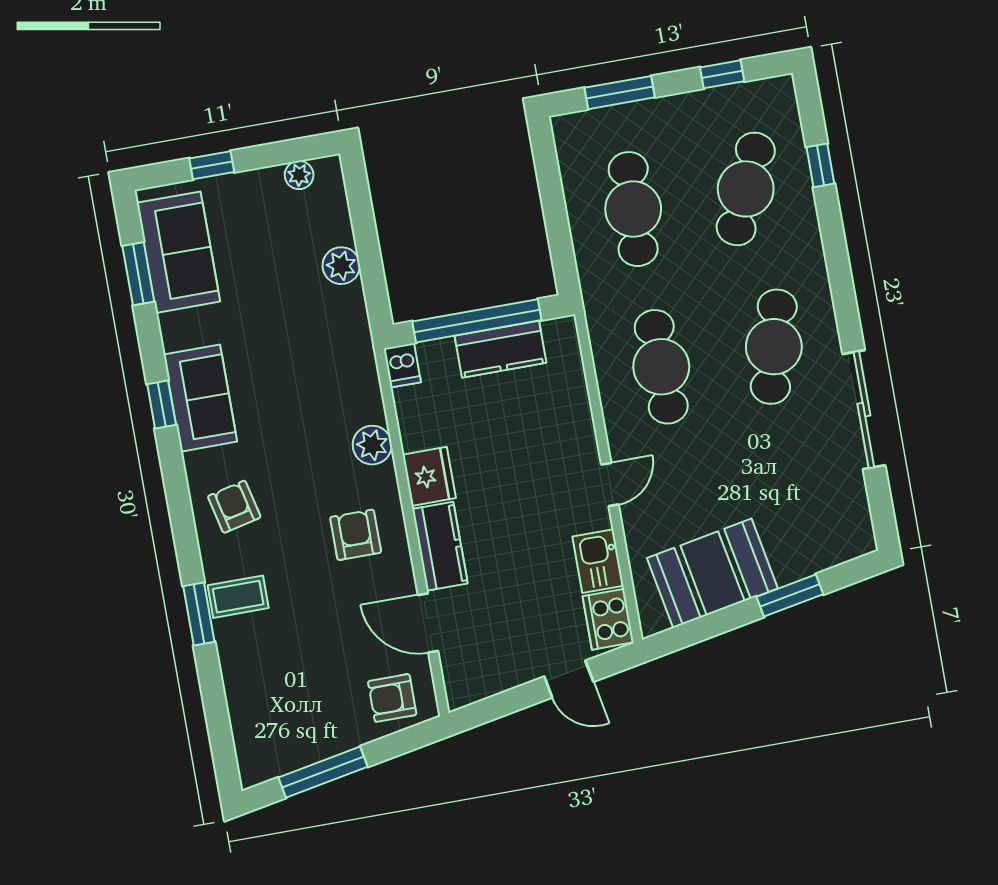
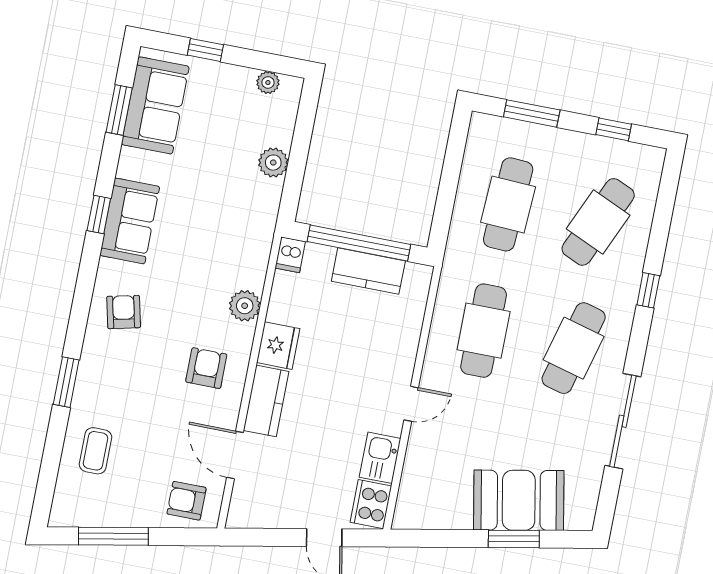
window: (820, 165) -> (648, 290), moved
booth: (712, 573) -> (519, 500), moved
coffee table: (238, 597) -> (95, 451), moved, turned 90

